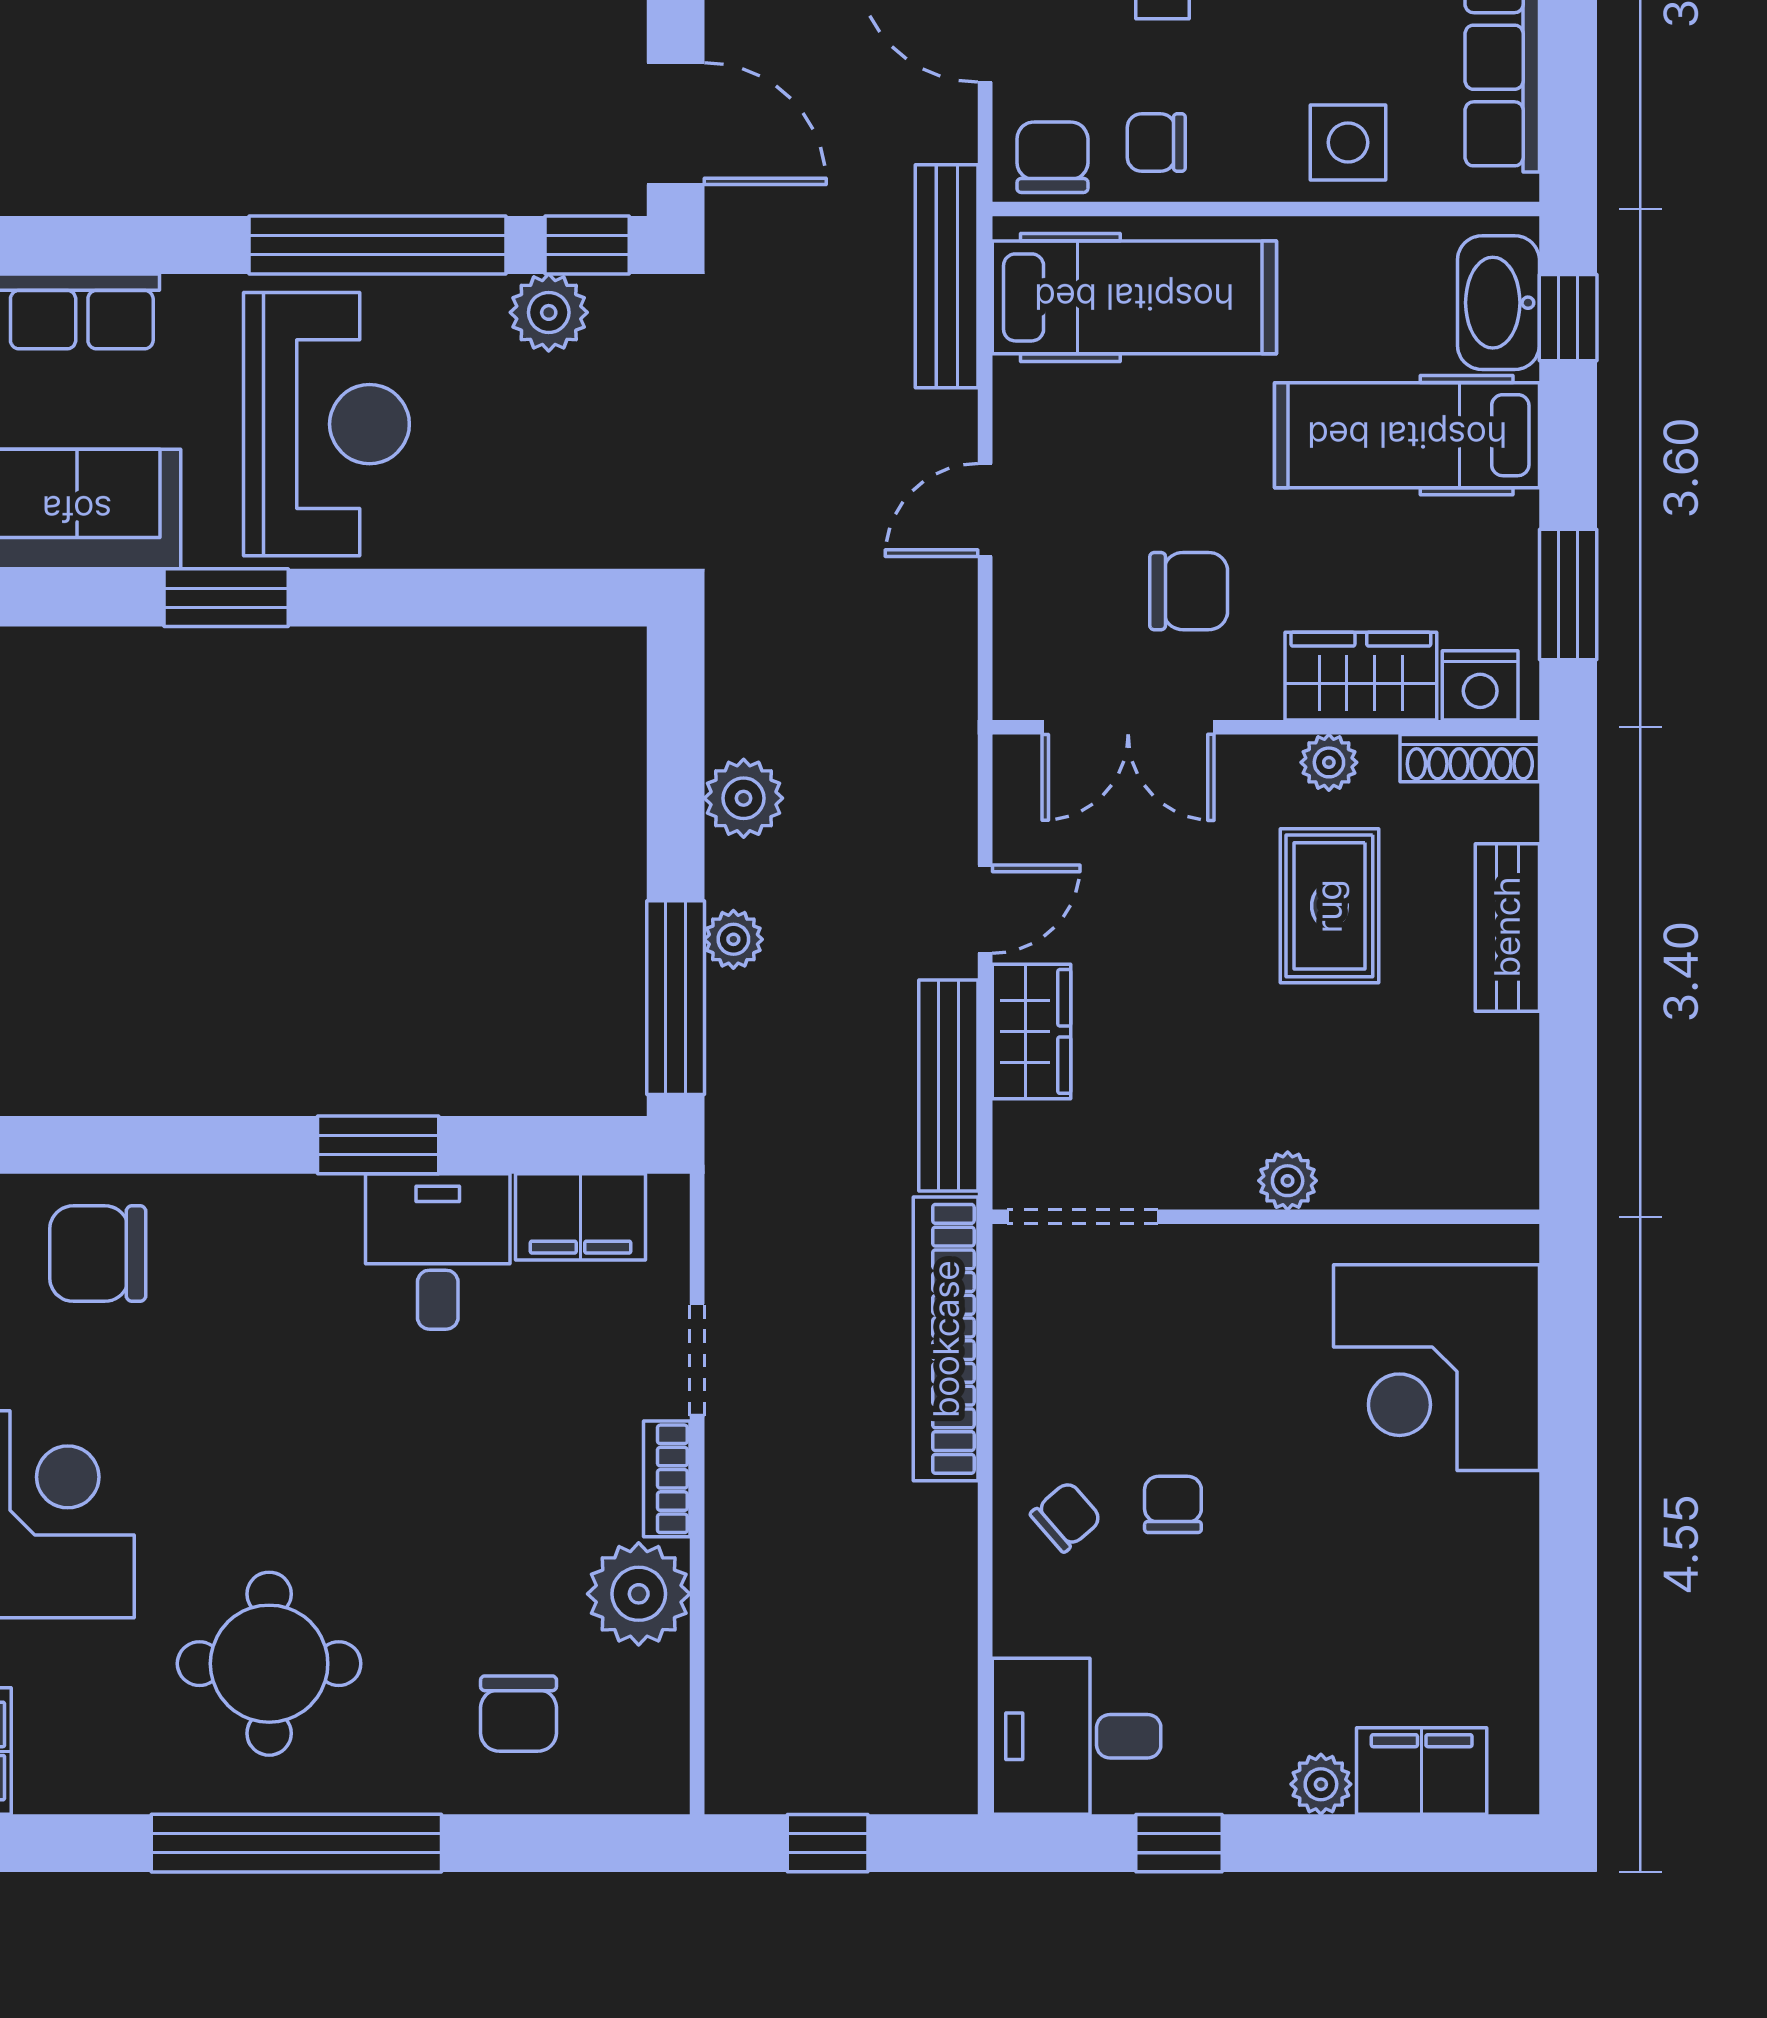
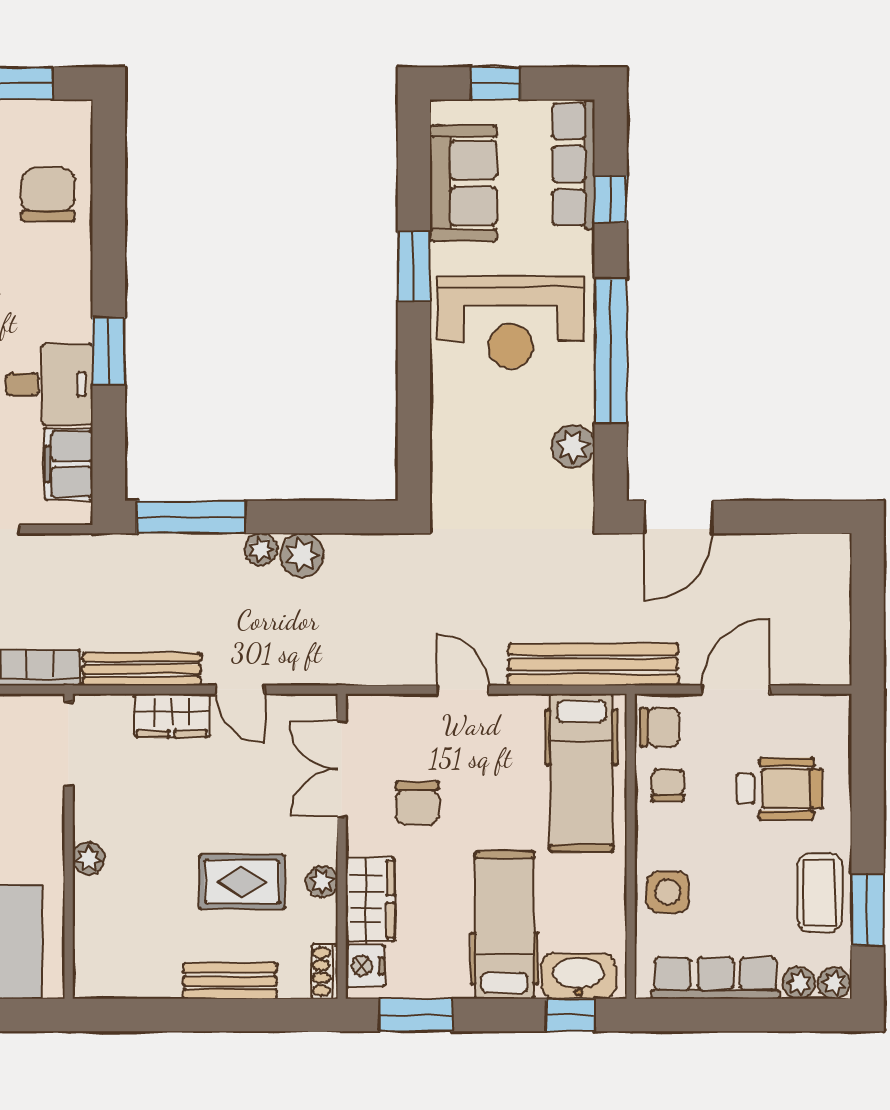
window: (587, 245) -> (611, 199), moved
bench: (947, 276) -> (593, 665), width x1.37, depth x1.21
shoe rack: (1470, 758) -> (324, 972), width x0.70
plant: (733, 939) -> (261, 549), moved

